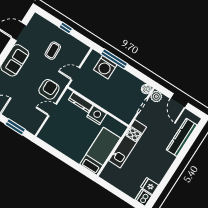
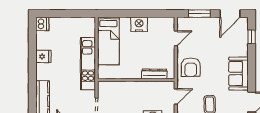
door: (52, 110) -> (176, 38), moved
nightstand: (97, 115) -> (139, 24), moved, turned 180
fridge: (150, 186) -> (43, 56), moved

